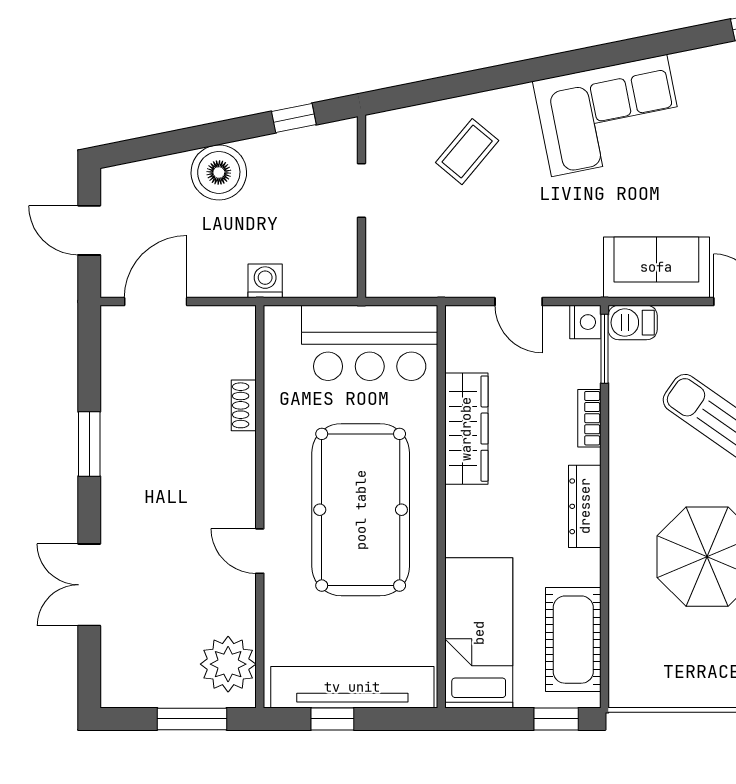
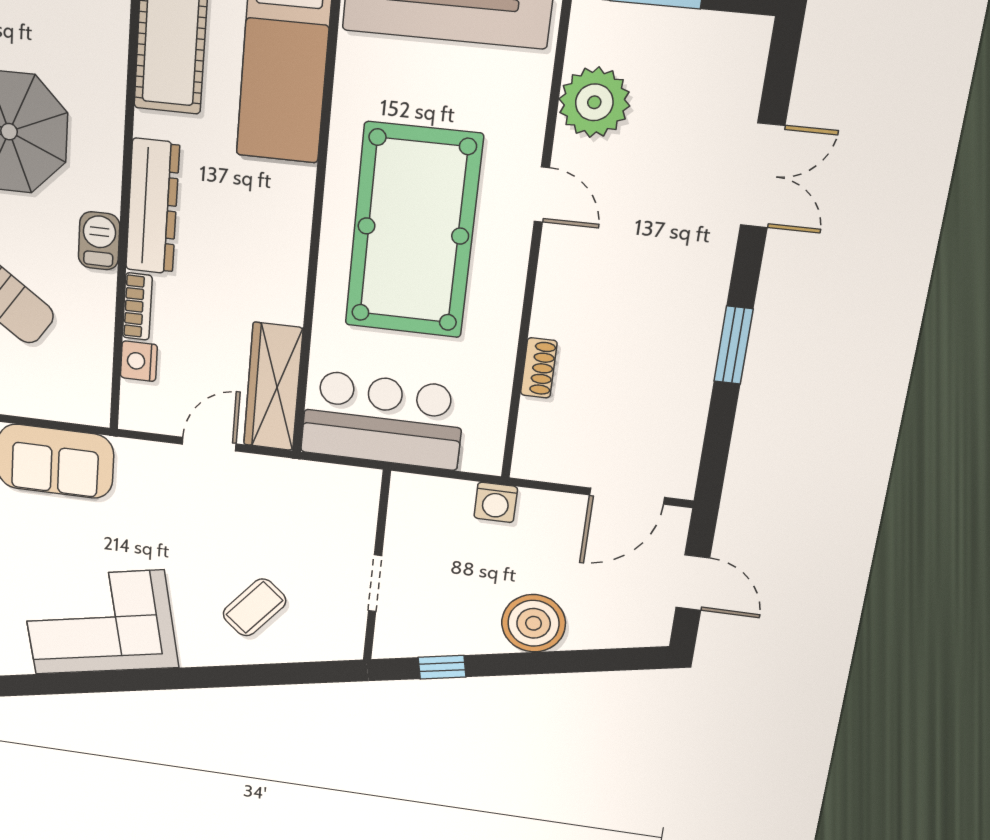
door: (519, 302) -> (209, 444), hinge flipped
nightstand: (585, 322) -> (139, 361), moved
barbecue: (633, 323) -> (99, 241), moved, turned -90
window: (605, 349) -> (116, 381), removed
wardrobe: (466, 429) -> (273, 387), moved
dresser: (585, 506) -> (153, 207), width x1.37, depth x1.24
plant: (228, 664) -> (594, 102), moved

